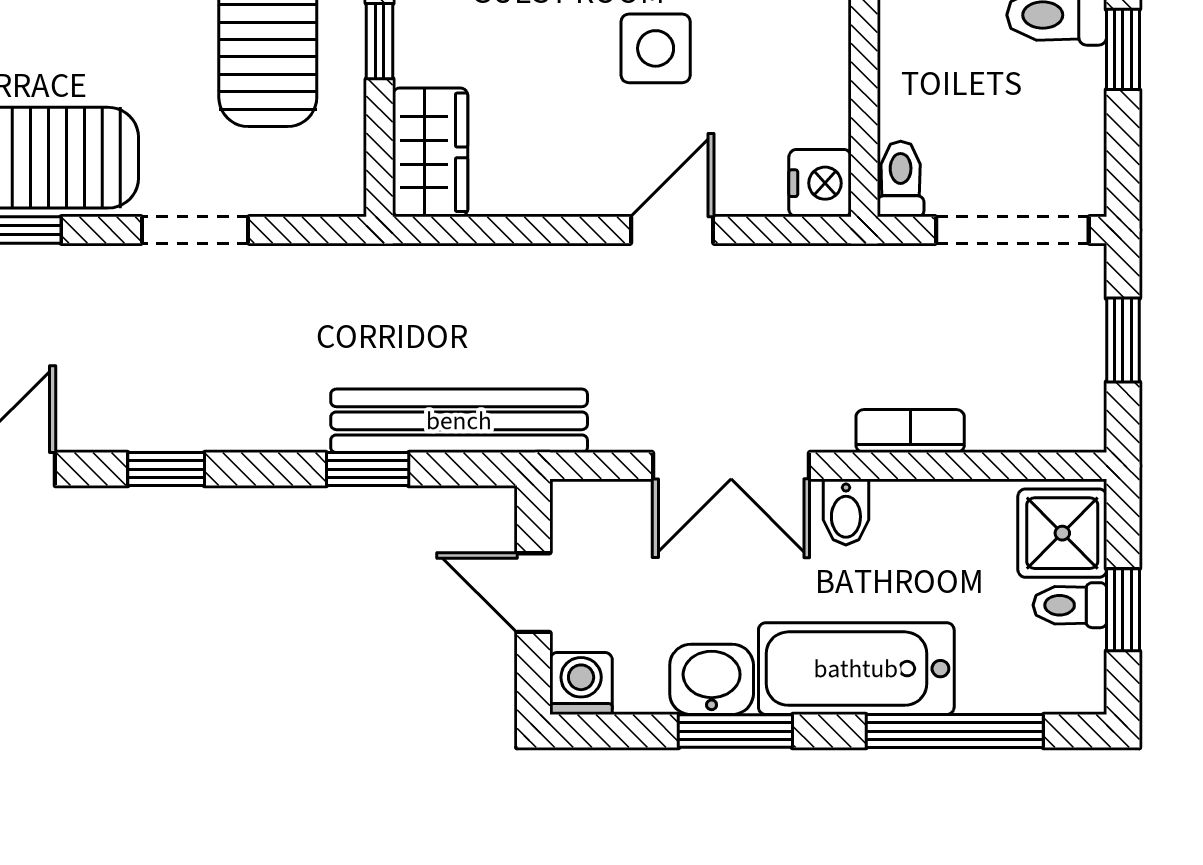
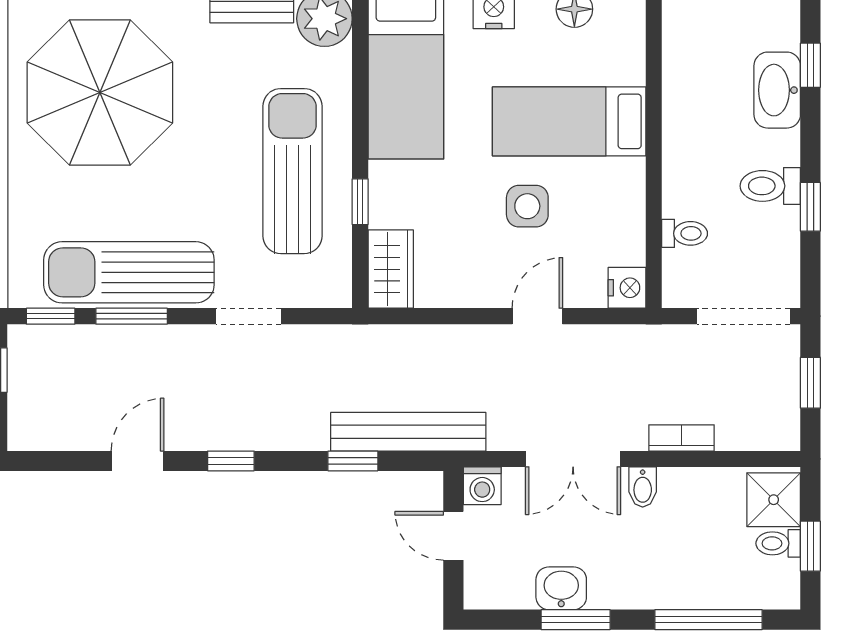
toilet: (901, 179) -> (685, 233), moved, turned 90
bathtub: (856, 669) -> (649, 582), removed
washing machine: (581, 684) -> (482, 486), moved, turned 180

